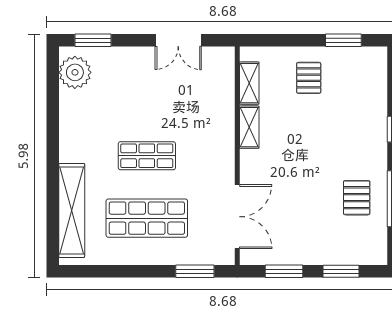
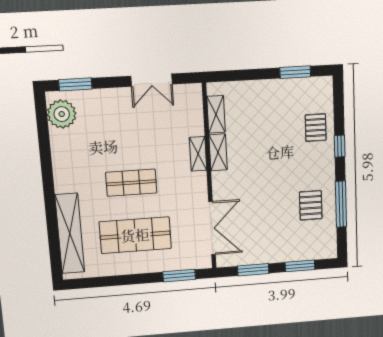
pallet: (309, 78) -> (316, 128), moved
shelving: (226, 127) -> (198, 154), added

